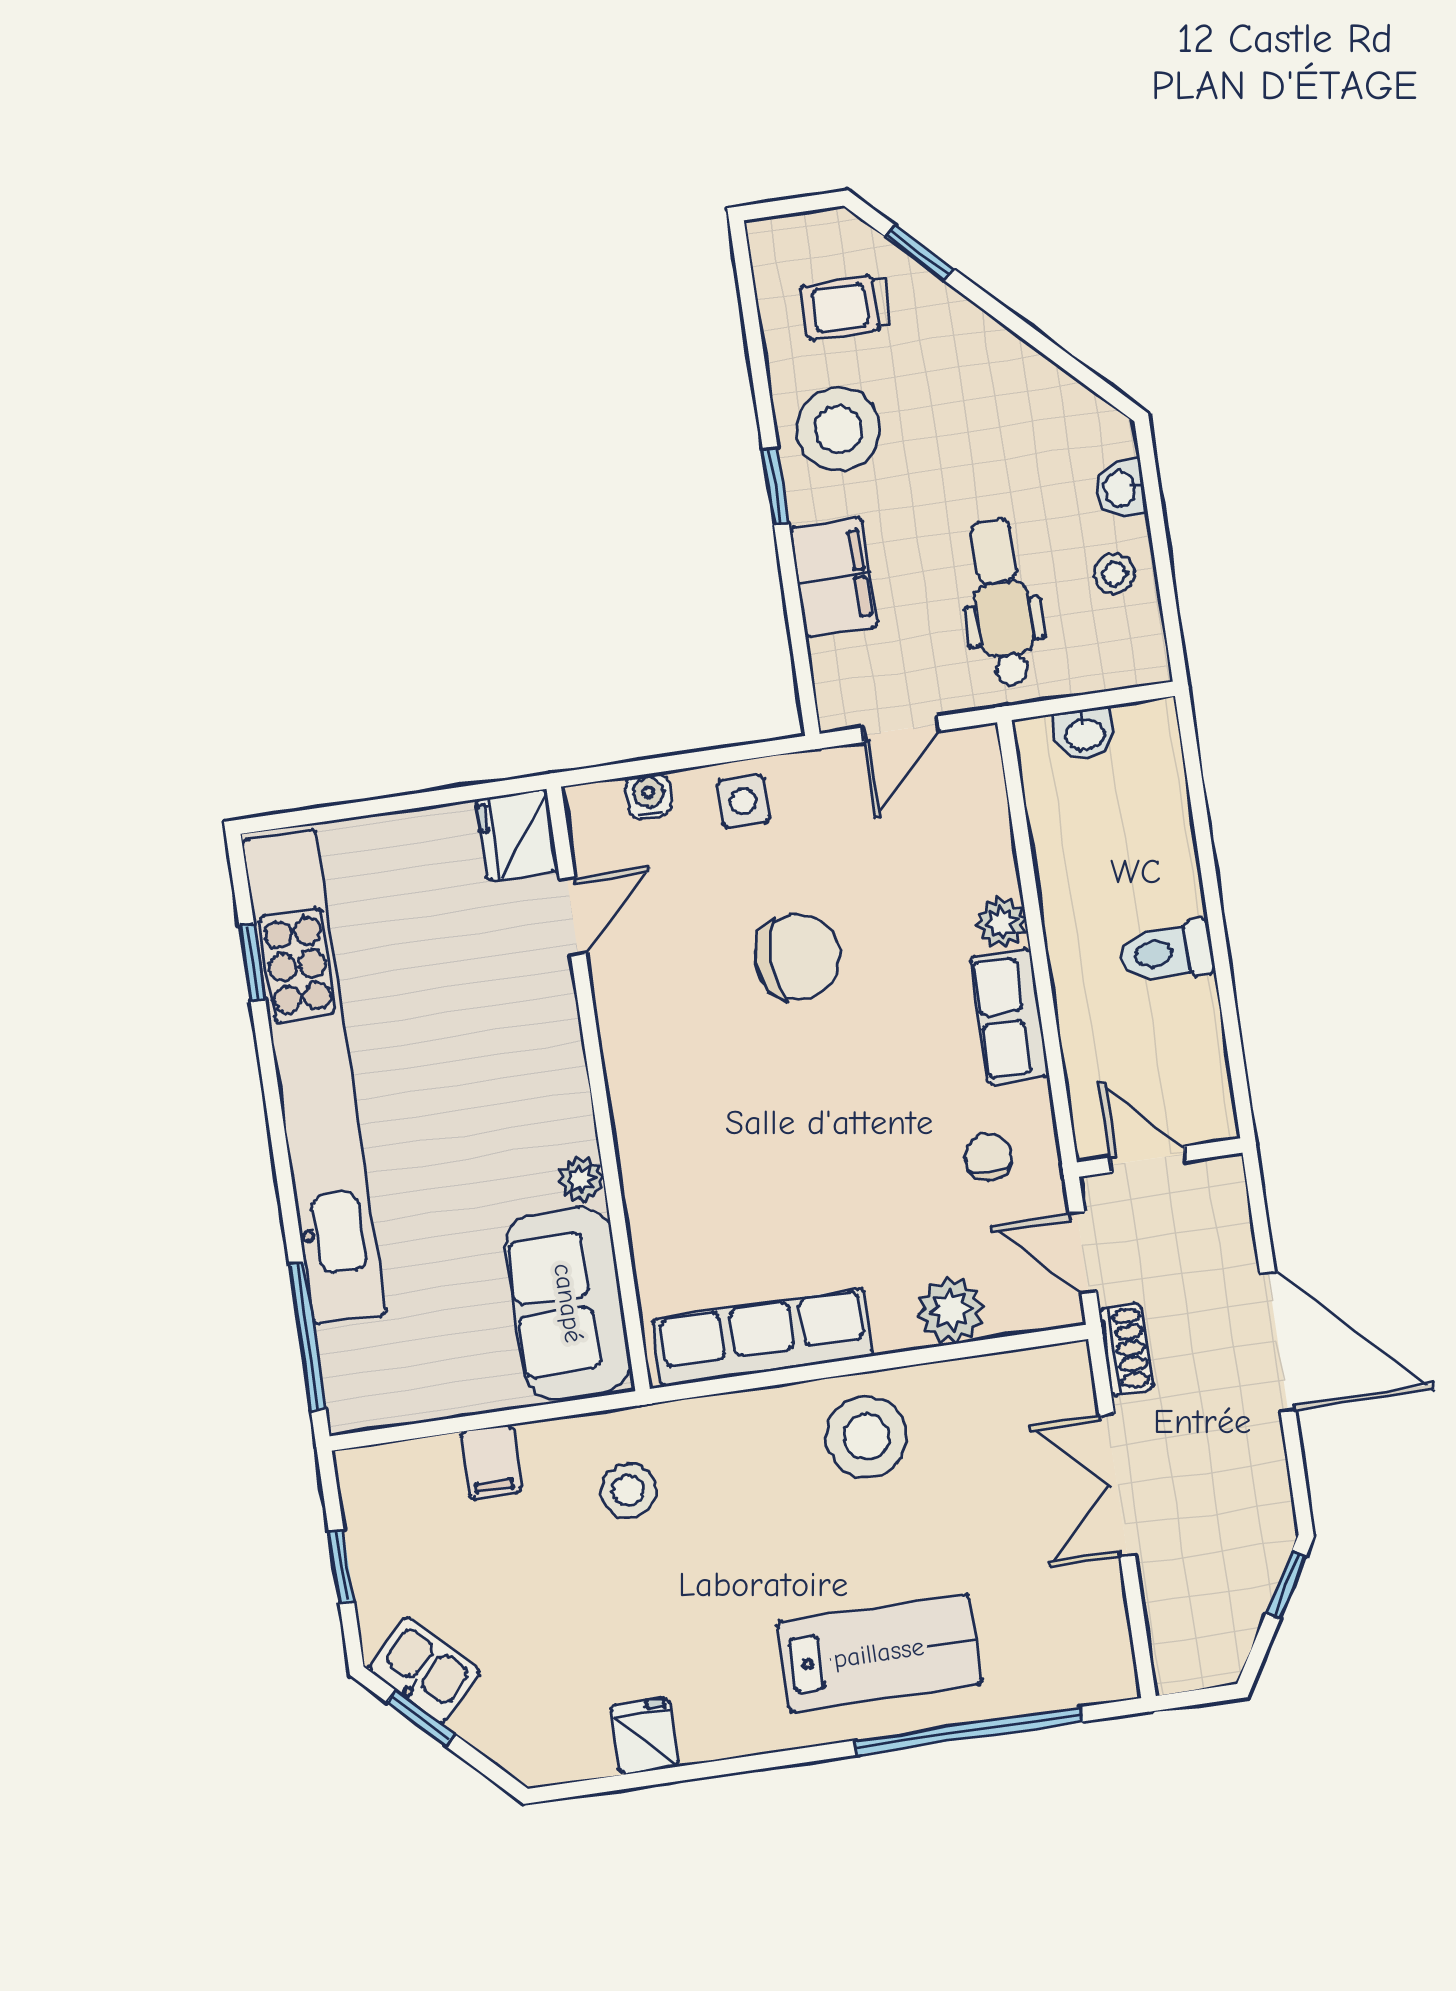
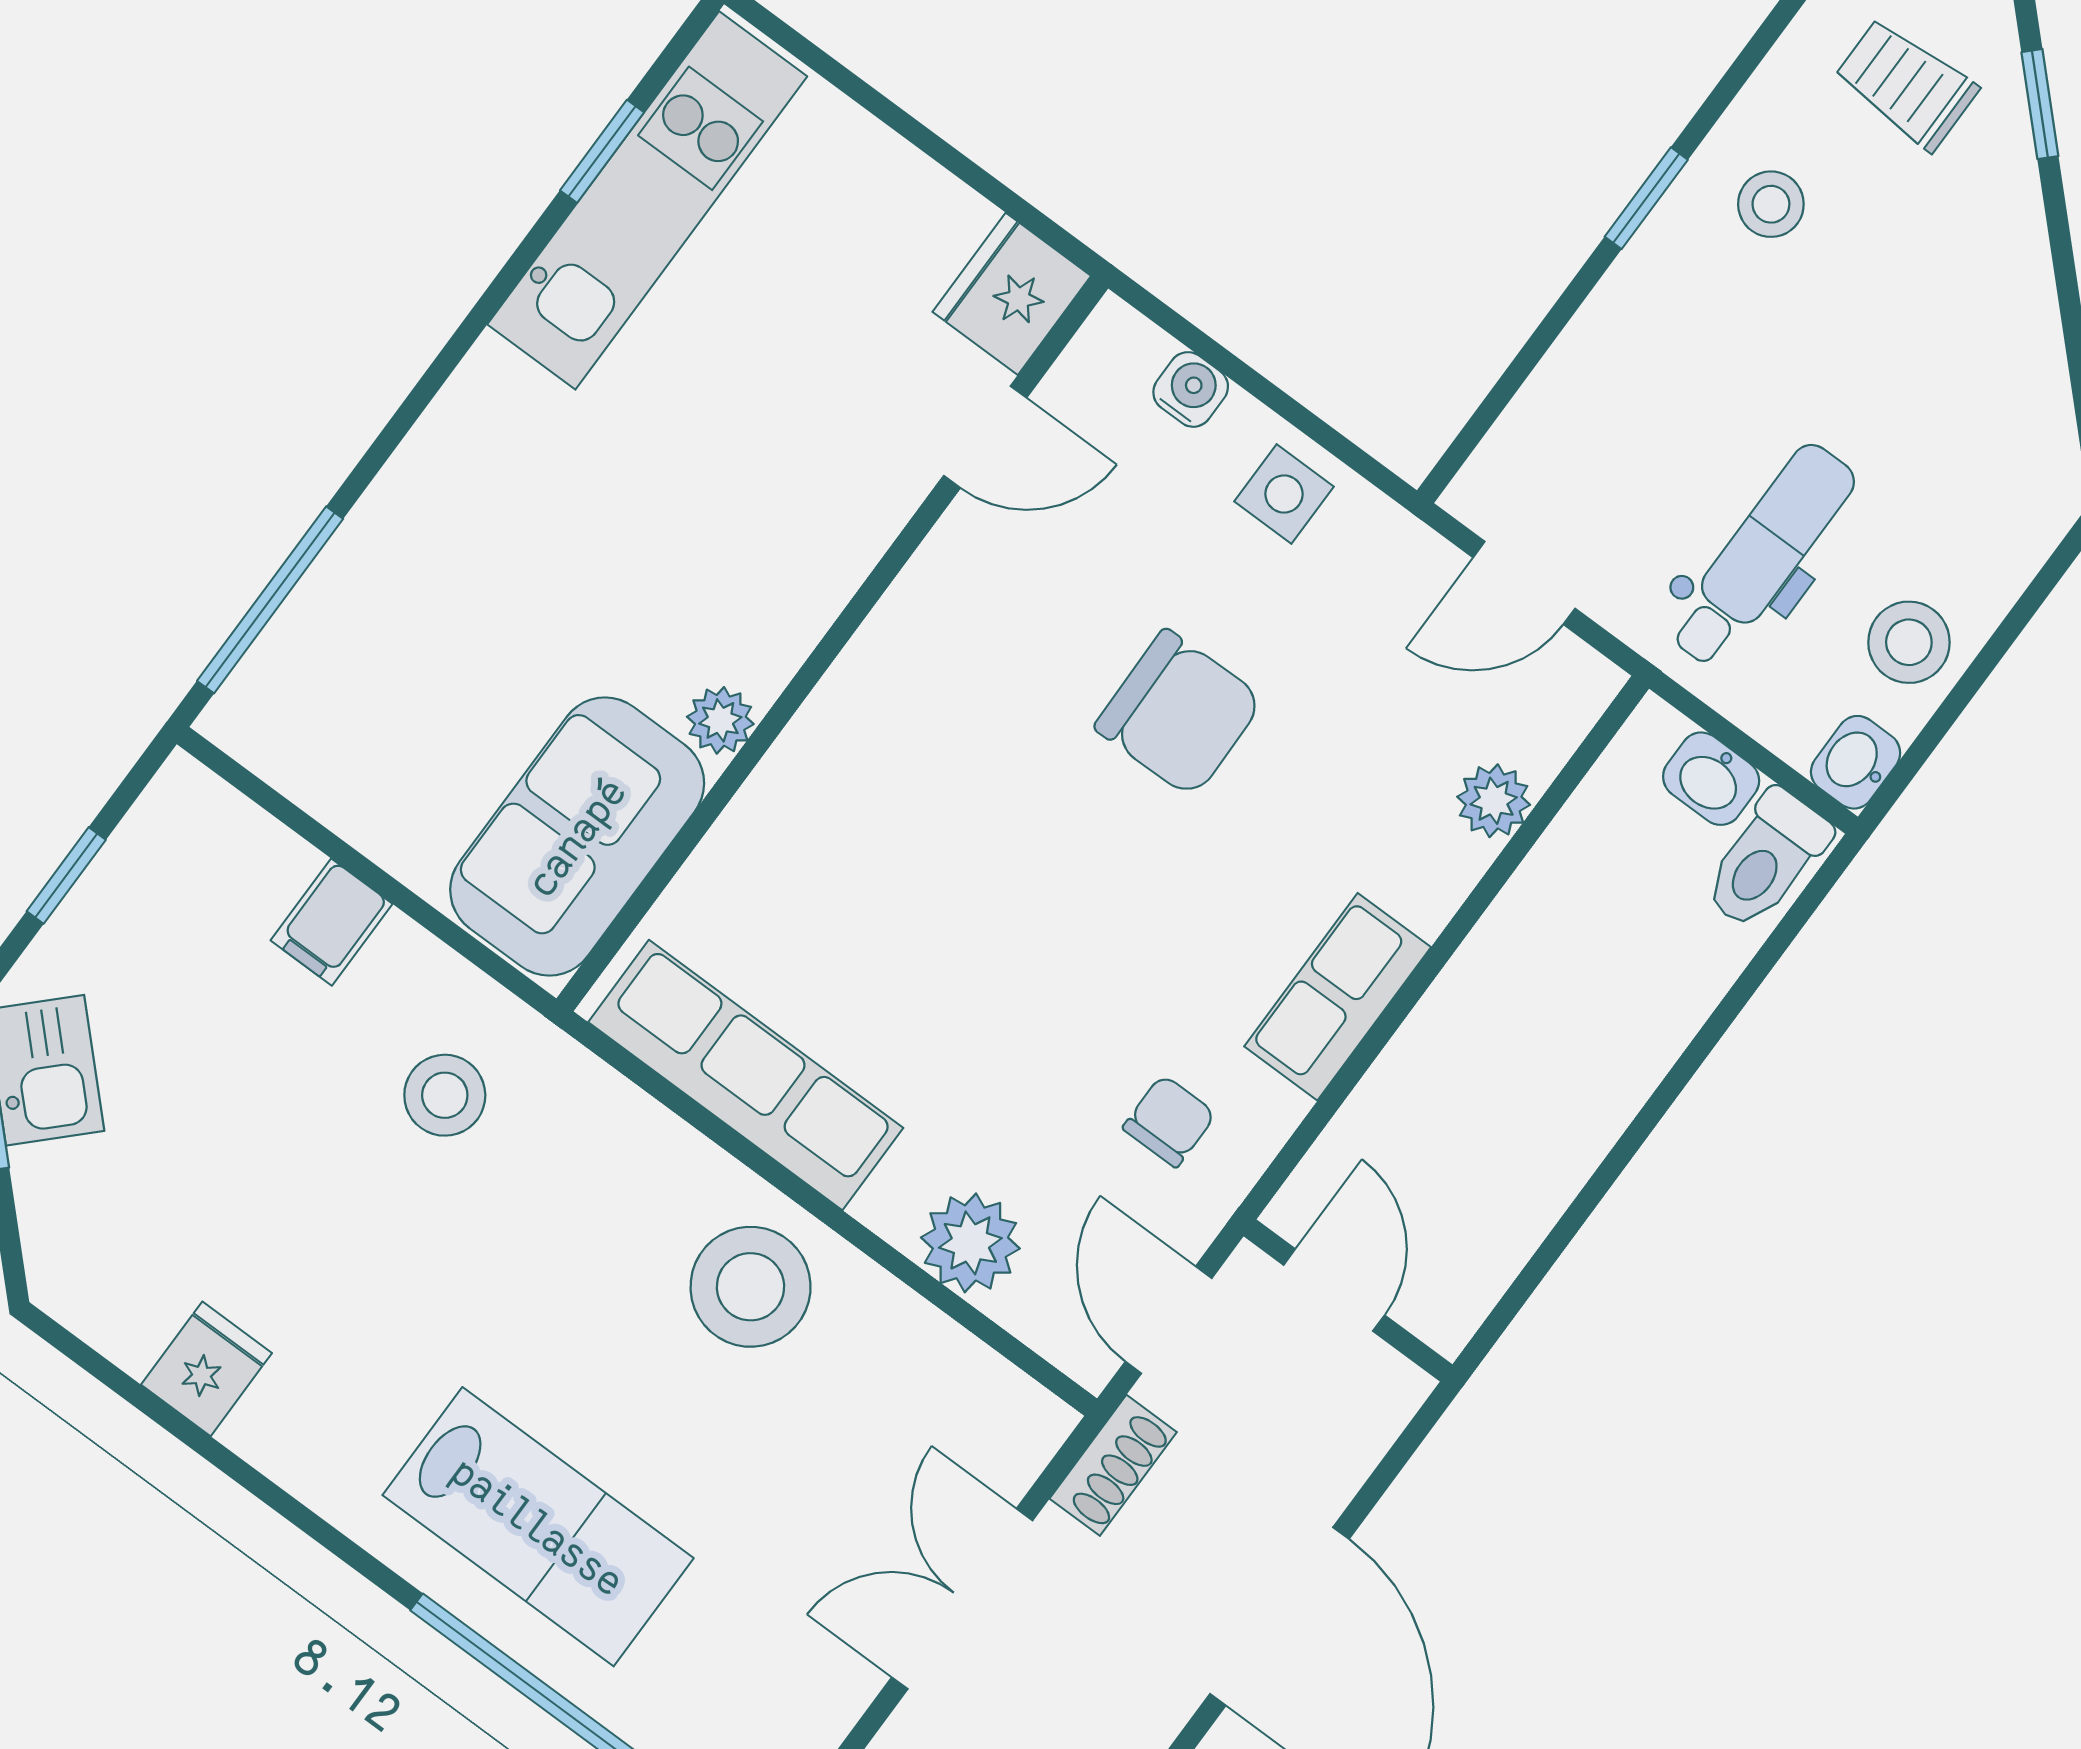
stool: (838, 429) -> (1771, 204), width x0.53, depth x0.53
washbasin: (1121, 489) -> (1856, 762), moved
stool: (1114, 574) -> (1909, 642), width x1.37, depth x1.37
filing cabinet: (834, 577) -> (1612, 354), removed
plant: (1002, 923) -> (1494, 801), moved
toilet: (1166, 952) -> (1766, 860), moved, turned -90
kitchen unit: (314, 1077) -> (647, 200), width x0.54

